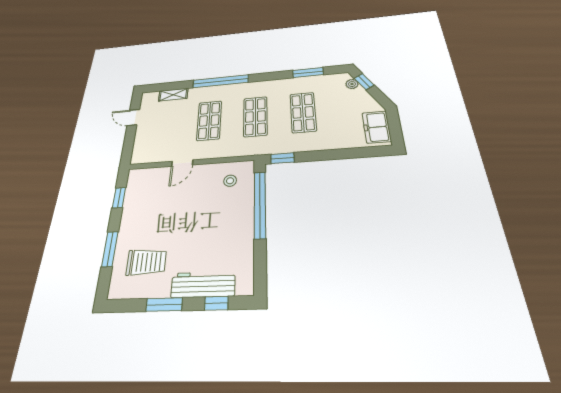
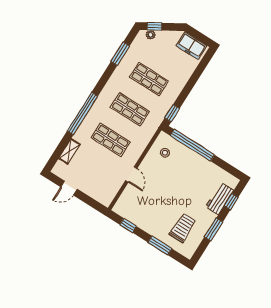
workbench: (203, 285) -> (220, 198), width x0.73

